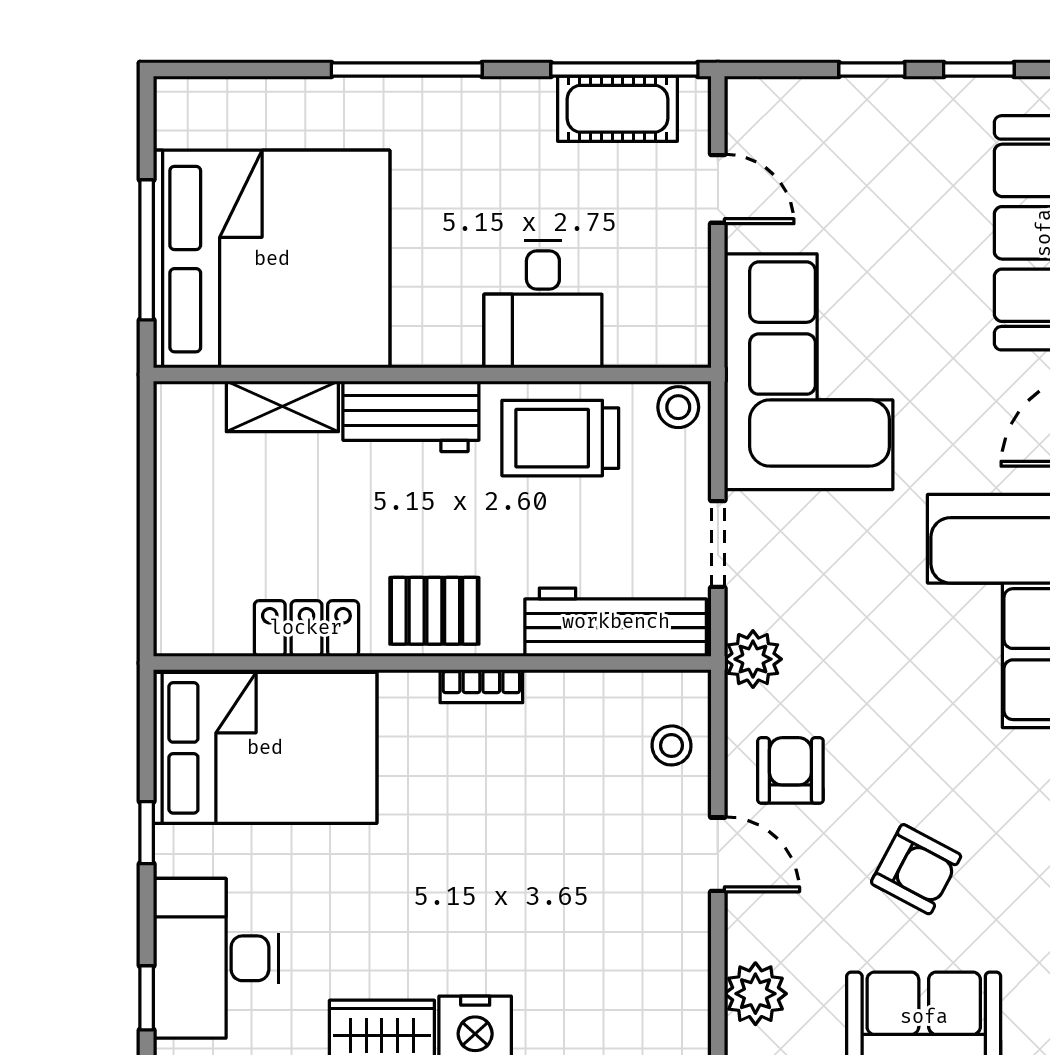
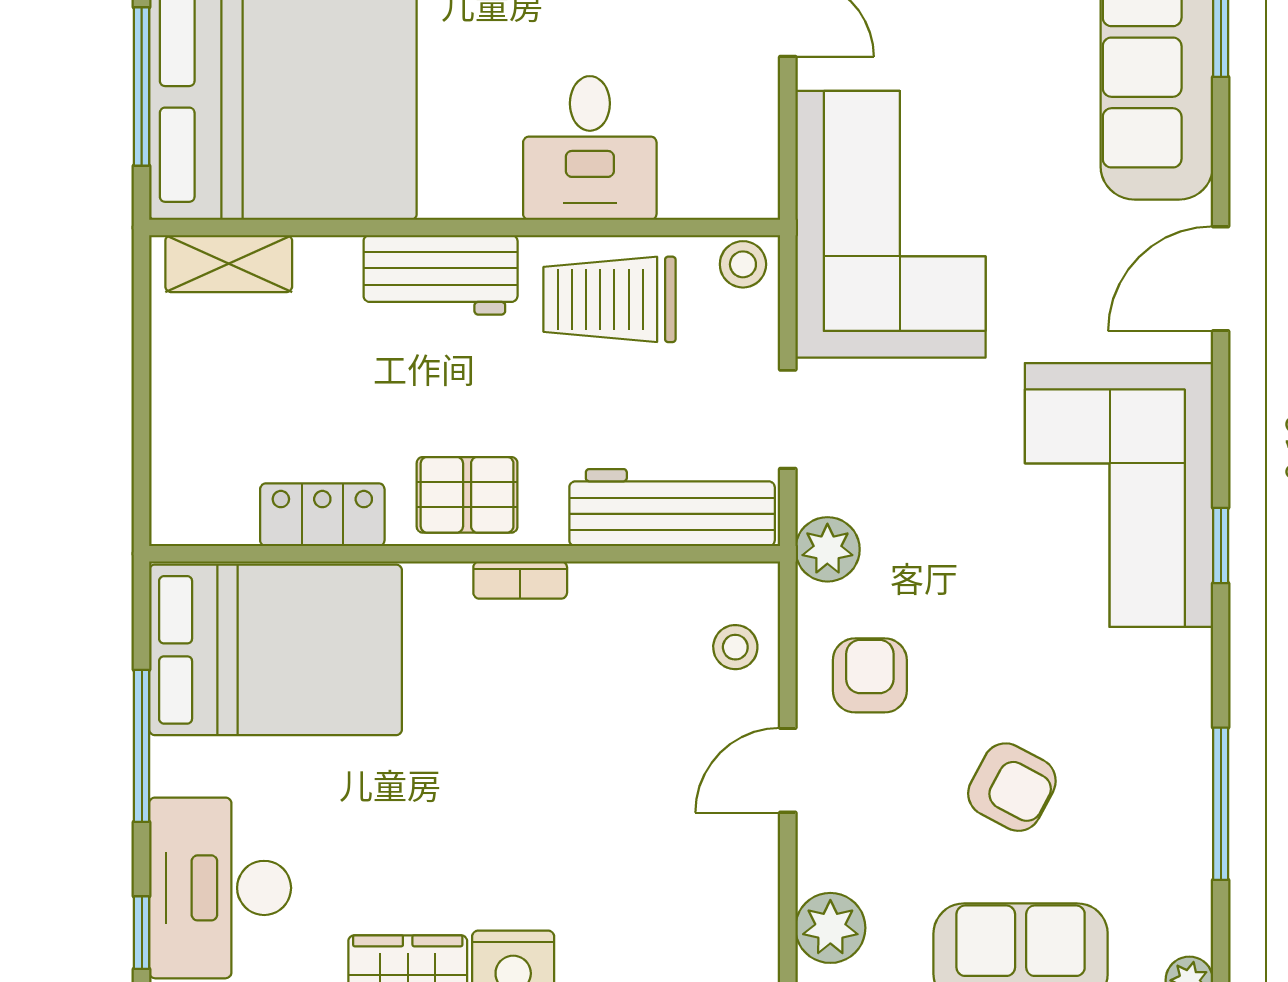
shelving: (282, 406) -> (229, 264), moved
window: (147, 833) -> (142, 746), width x2.17
door: (718, 854) -> (788, 770), swing flipped

